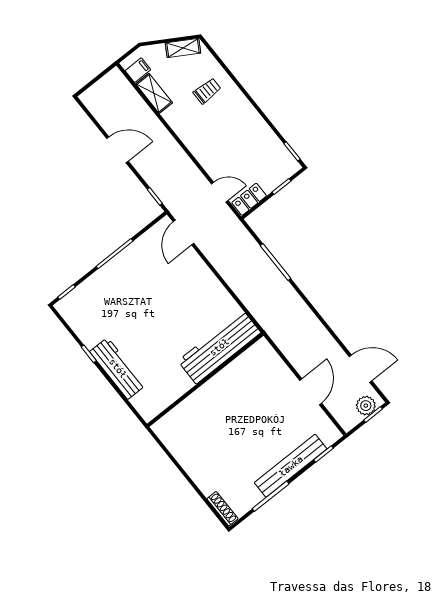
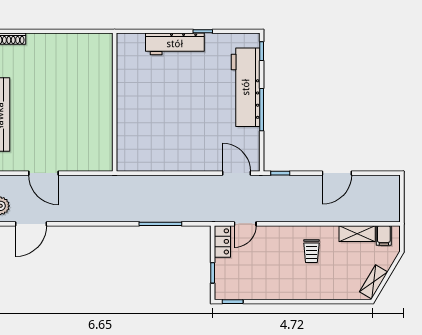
trolley: (207, 91) -> (311, 251), moved
workbench: (219, 347) -> (246, 87), moved, turned 180

